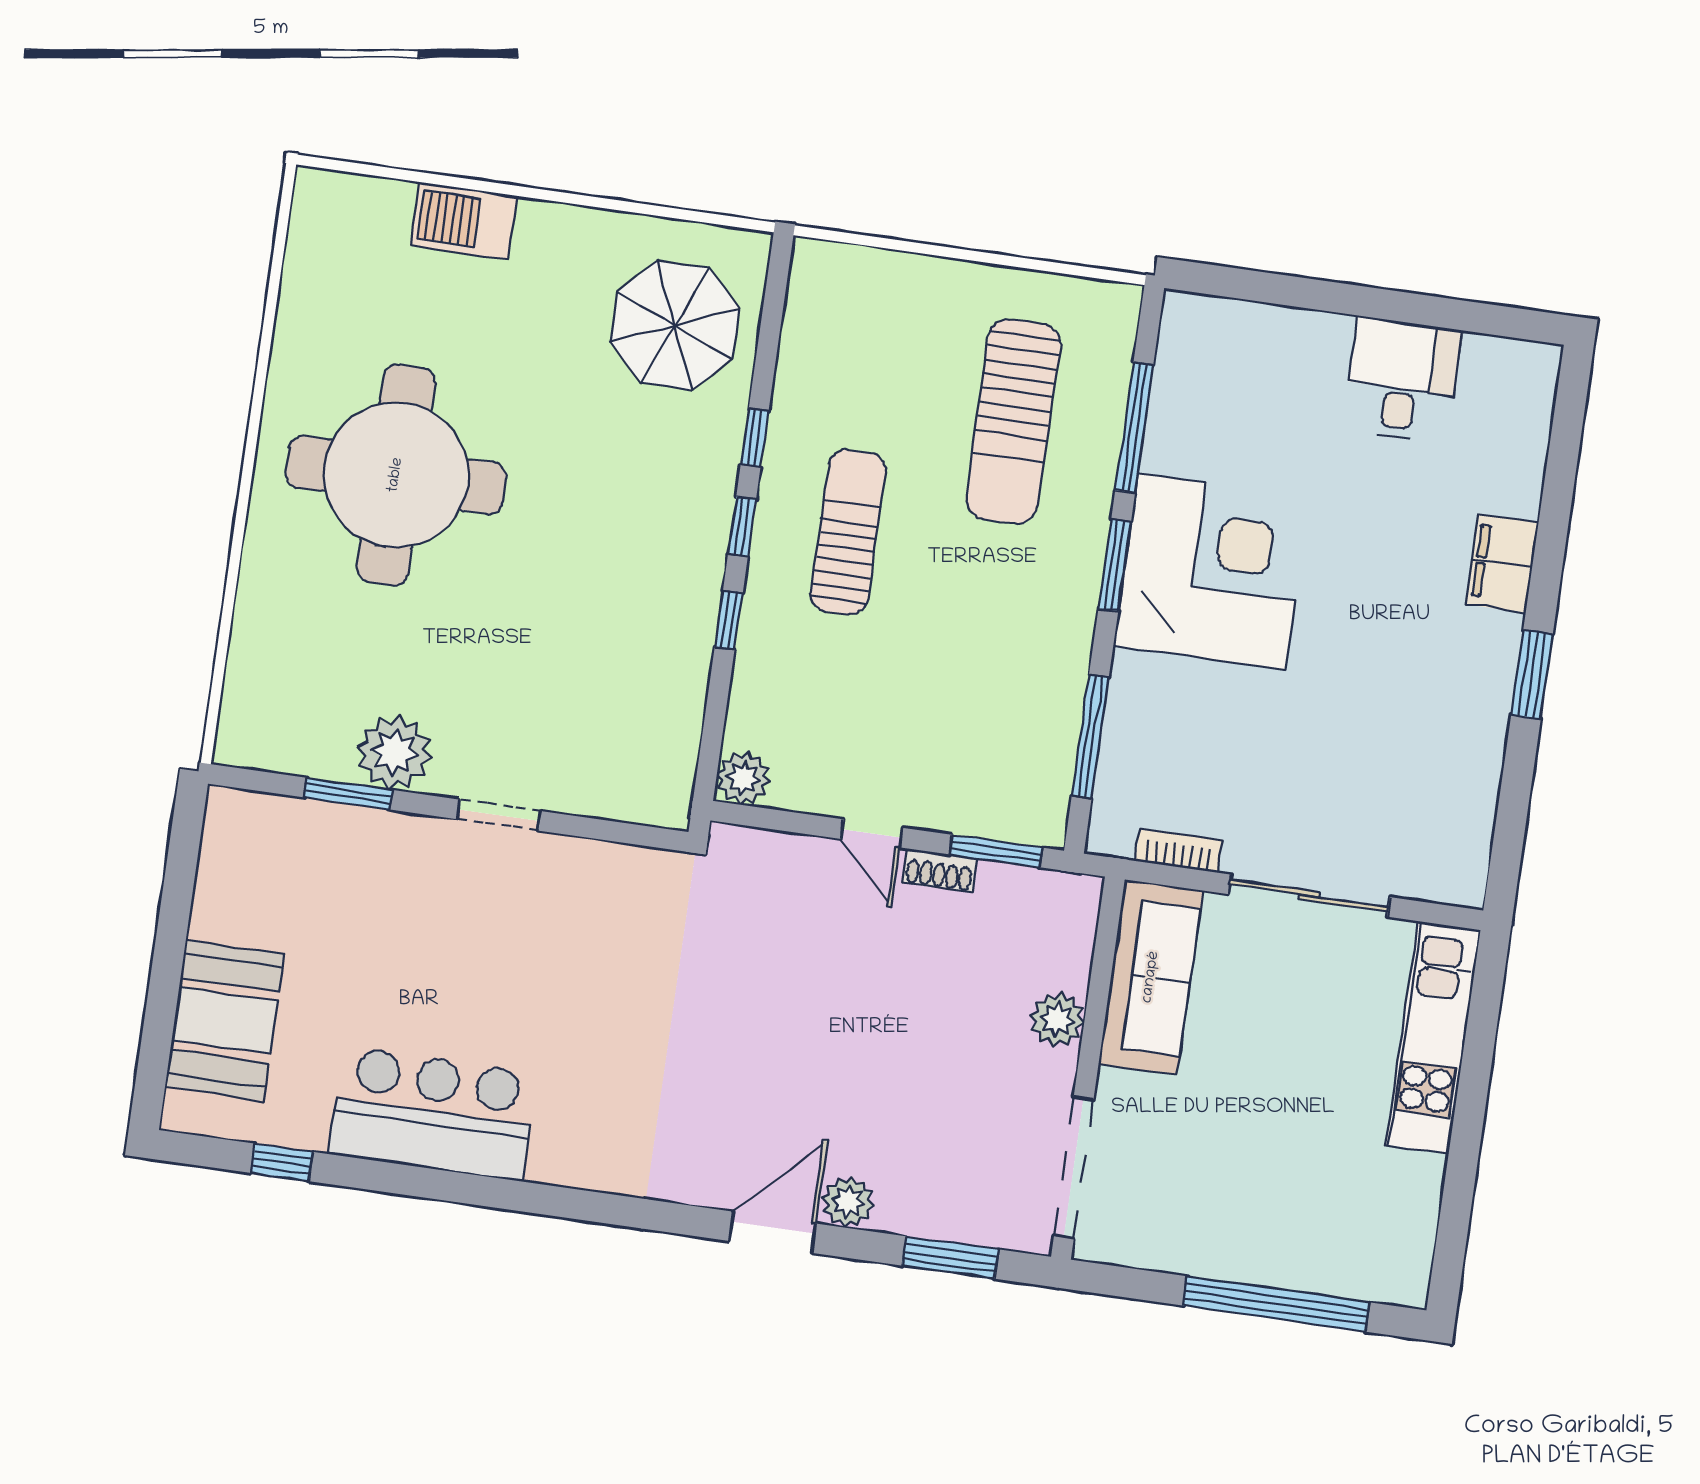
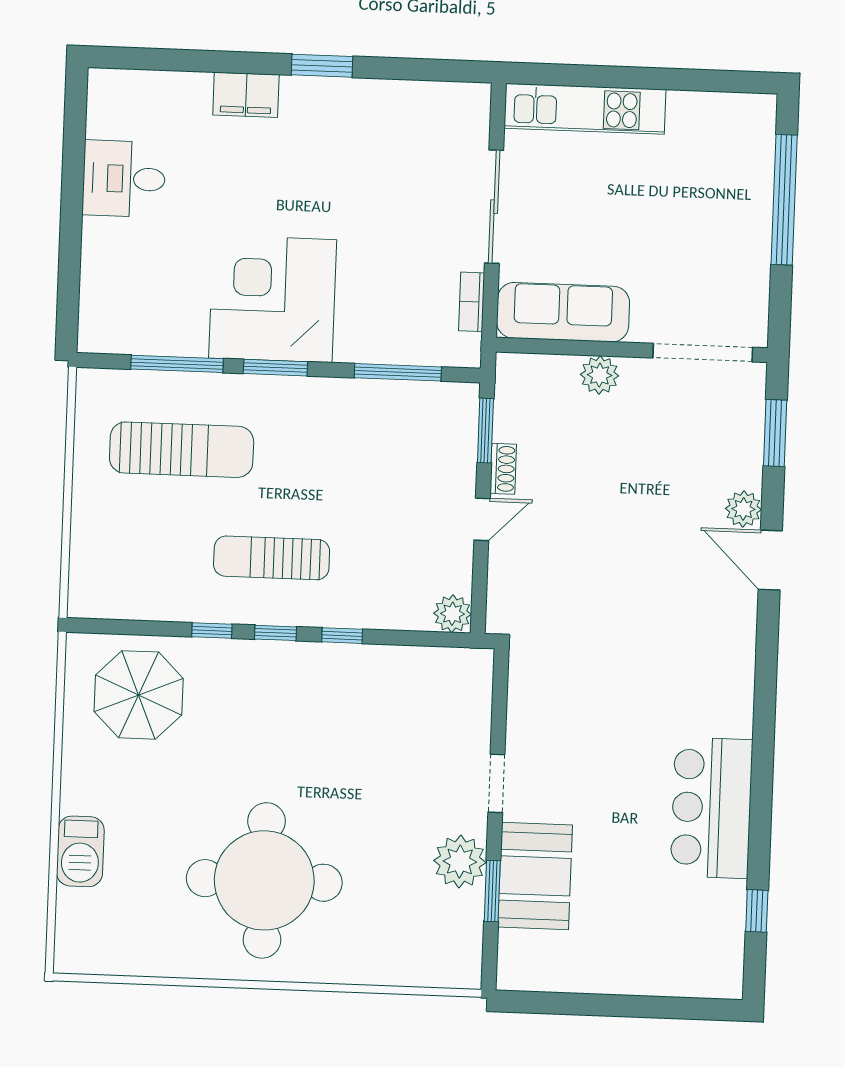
booth: (225, 1020) -> (535, 876), moved, turned 90

